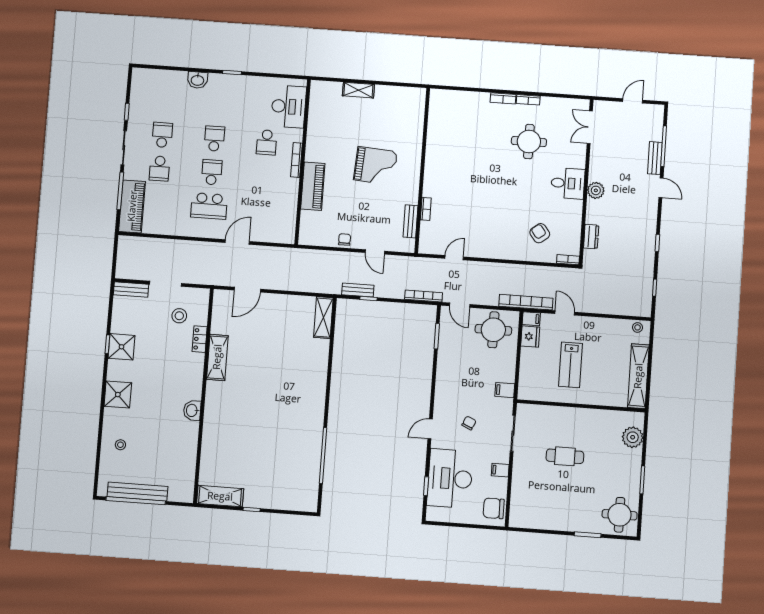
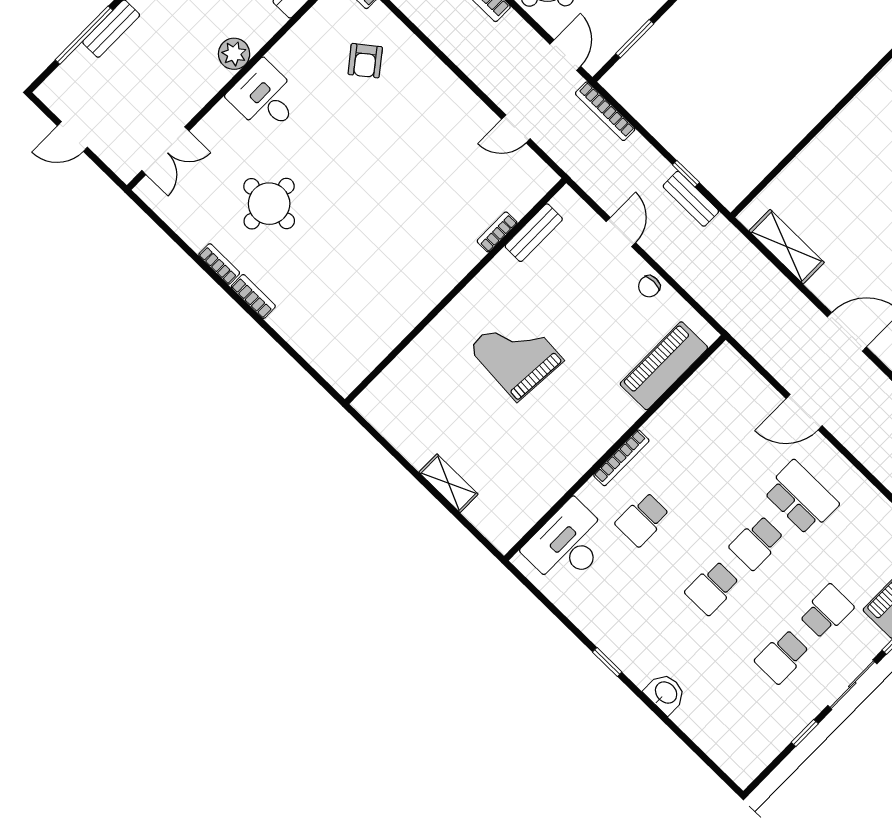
school desk: (267, 142) -> (642, 519), turned 180
piano: (313, 186) -> (664, 366), moved
shelving: (323, 318) -> (787, 247), moved, turned 90

